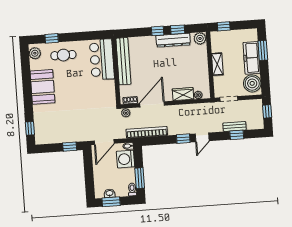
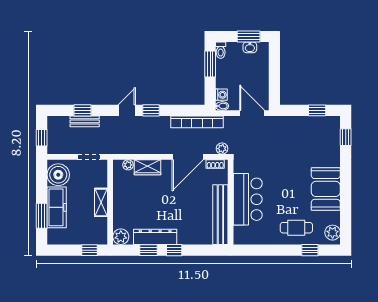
bar counter: (102, 59) -> (248, 199), moved
door: (104, 142) -> (252, 113), hinge flipped
window: (70, 147) -> (317, 110), moved
washing machine: (126, 159) -> (221, 95), width x0.53, depth x0.53

